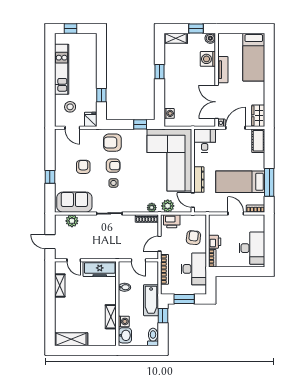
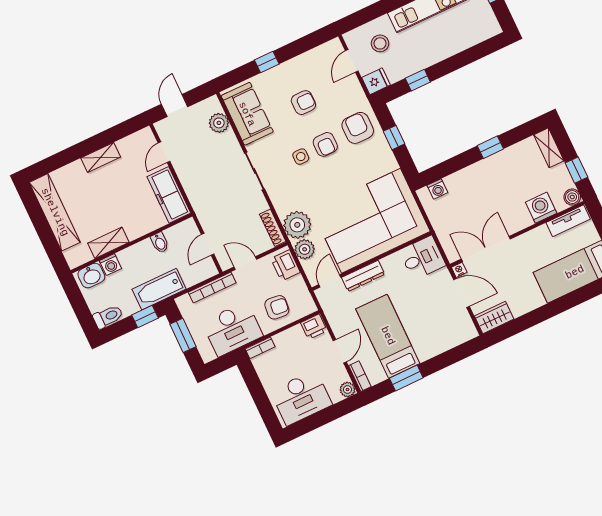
tv unit: (223, 70) -> (568, 221), moved
window: (140, 124) -> (394, 138), moved
cot: (258, 141) -> (458, 334), removed
window: (269, 182) -> (406, 378), width x0.69
plant: (152, 208) -> (297, 225), width x1.88, depth x1.88
plant: (260, 219) -> (347, 390), added
printer: (215, 242) -> (314, 327), moved
shelving: (60, 285) -> (101, 158), moved
shelving: (71, 339) -> (55, 212), width x1.47

